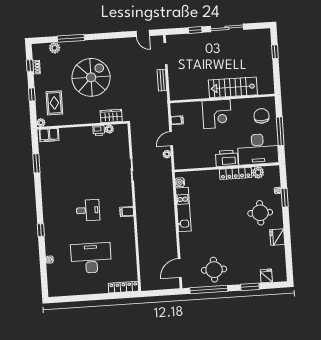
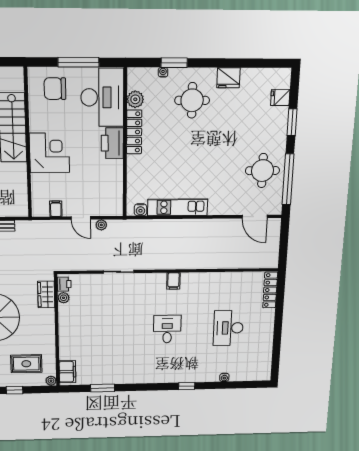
printer: (99, 130) -> (64, 284), moved
desk: (91, 258) -> (228, 328), width x0.73, depth x0.77

